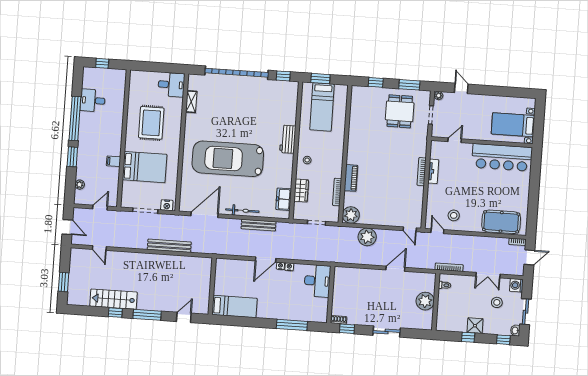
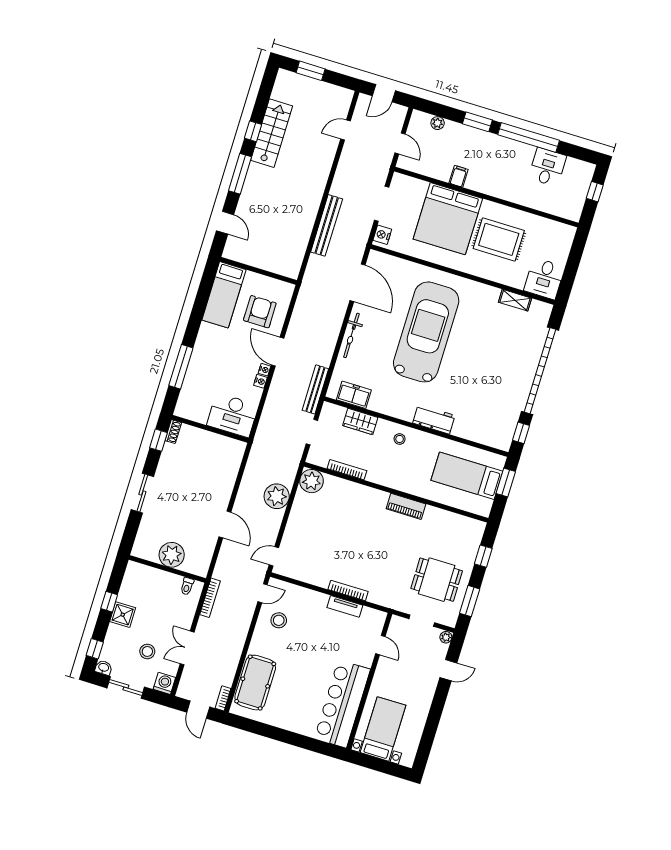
bed: (145, 167) -> (448, 219), width x1.36
piano: (351, 178) -> (406, 506), moved
bench: (259, 225) -> (315, 389), moved
armchair: (241, 279) -> (260, 312), added

